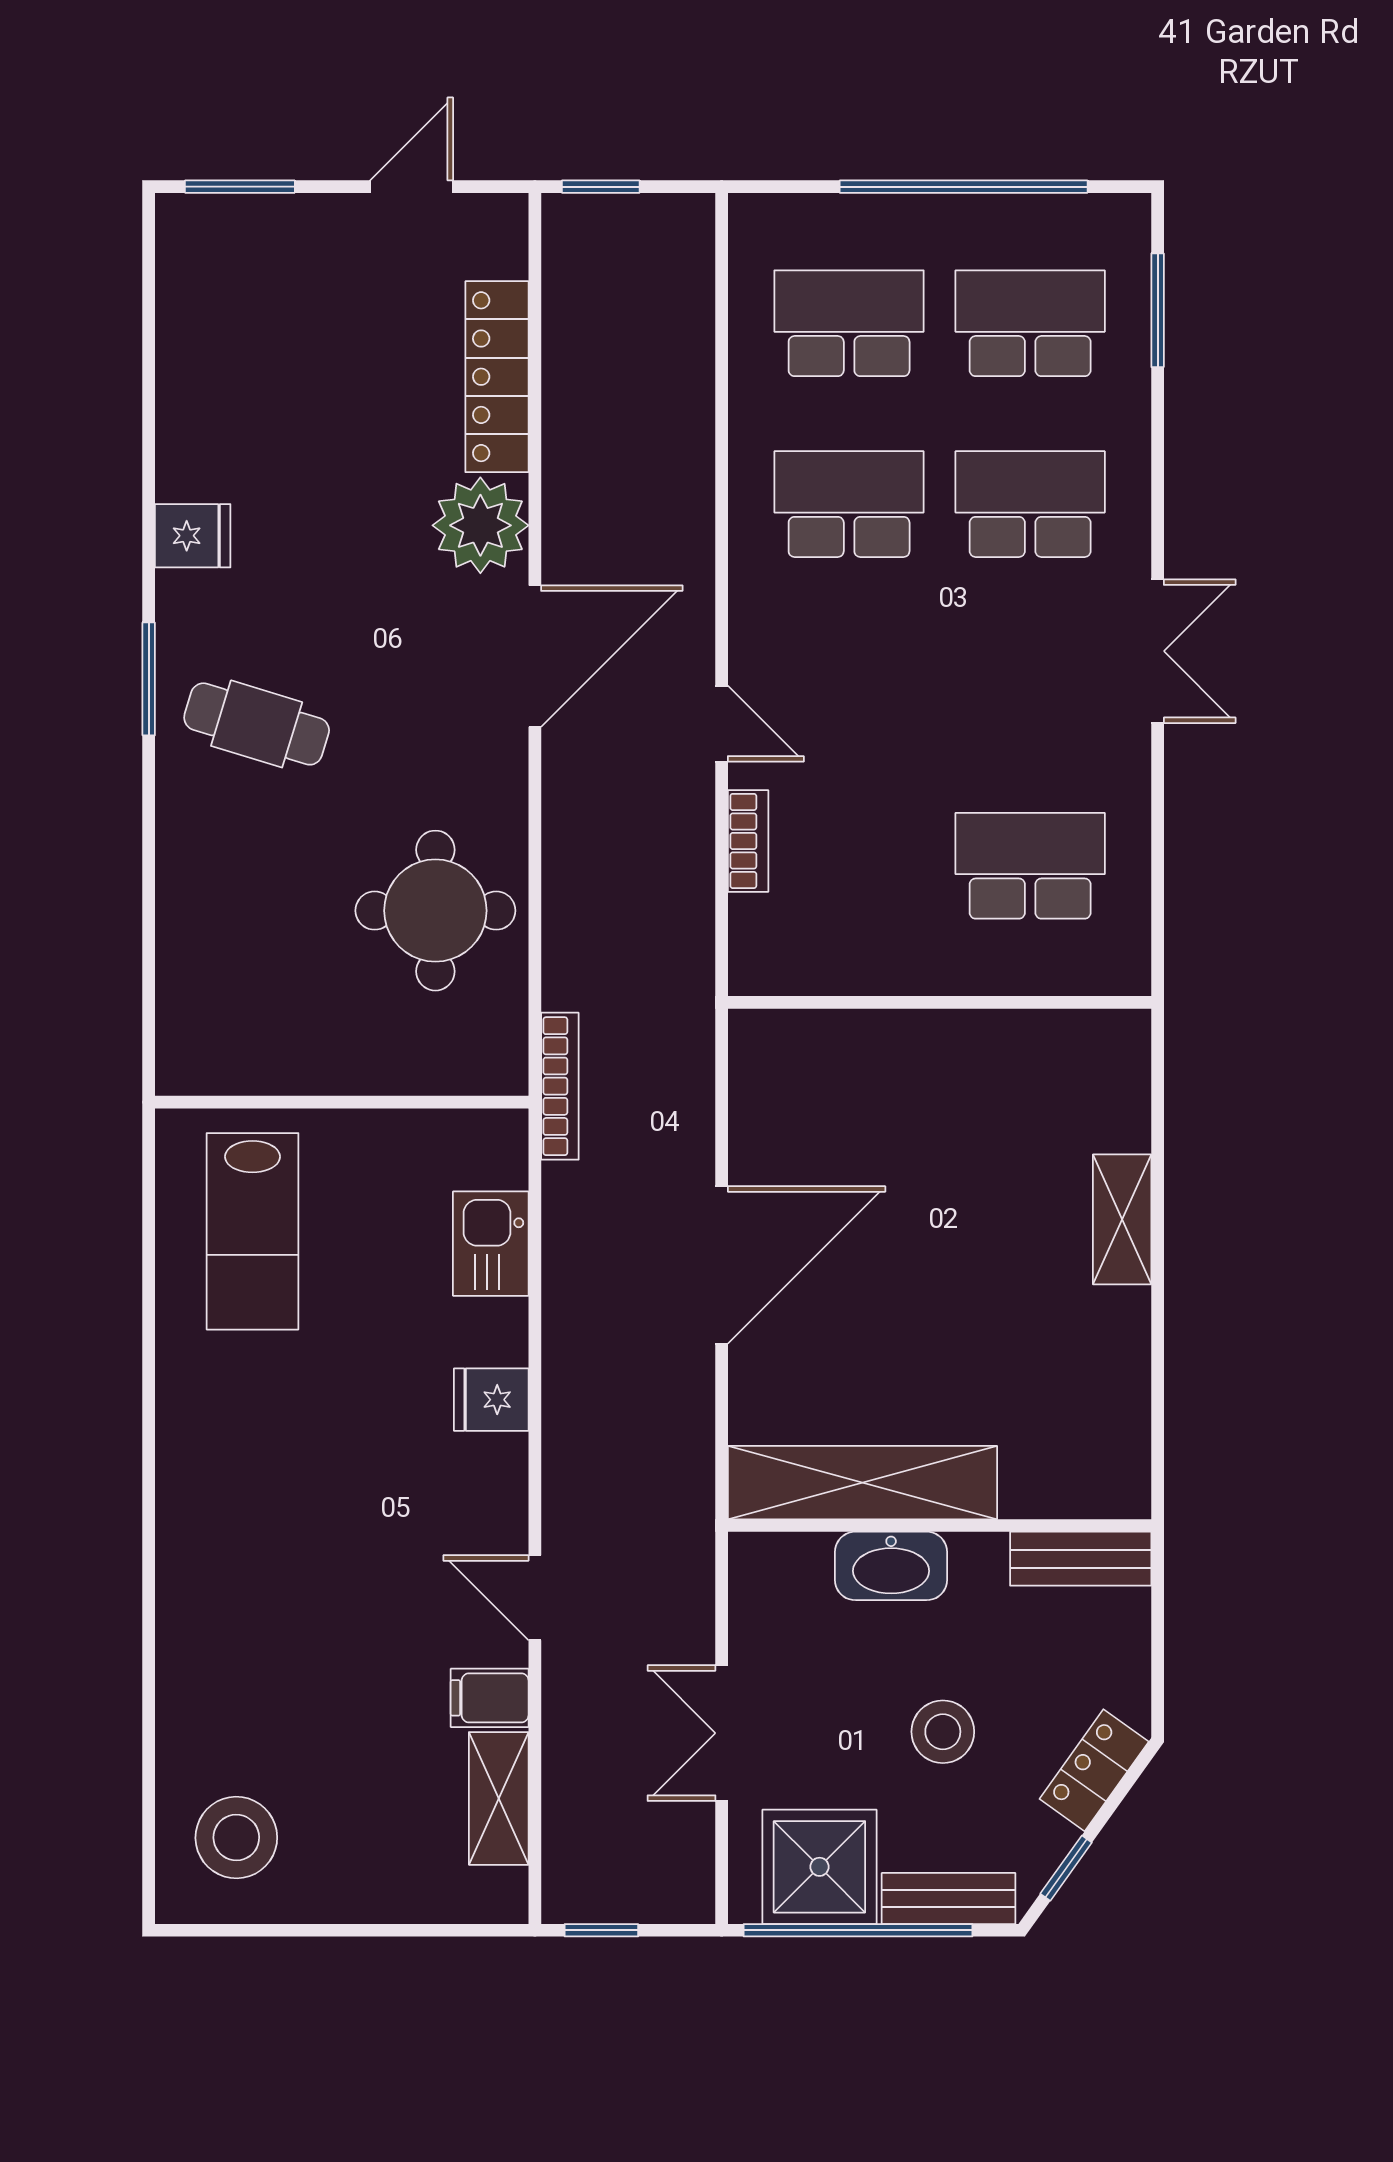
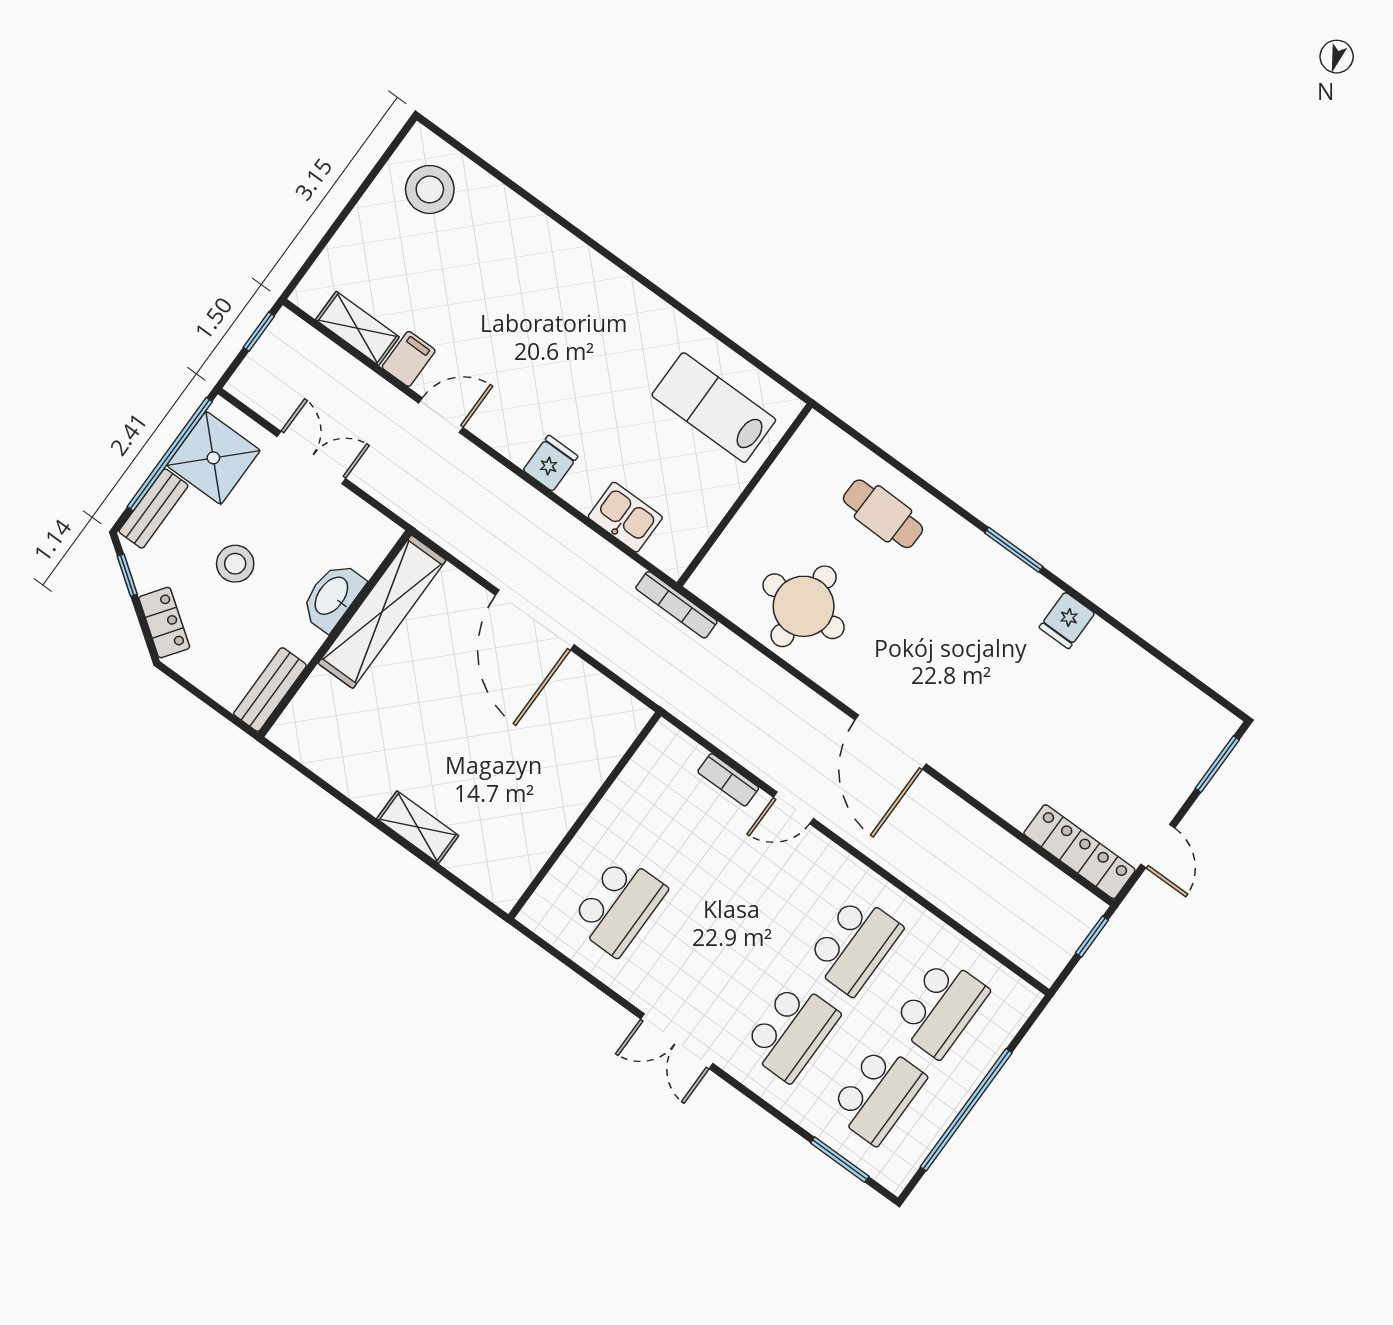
locker: (497, 377) -> (1079, 852), moved
plant: (480, 525) -> (972, 761), removed
cafe table: (257, 724) -> (883, 514), moved, turned 74

